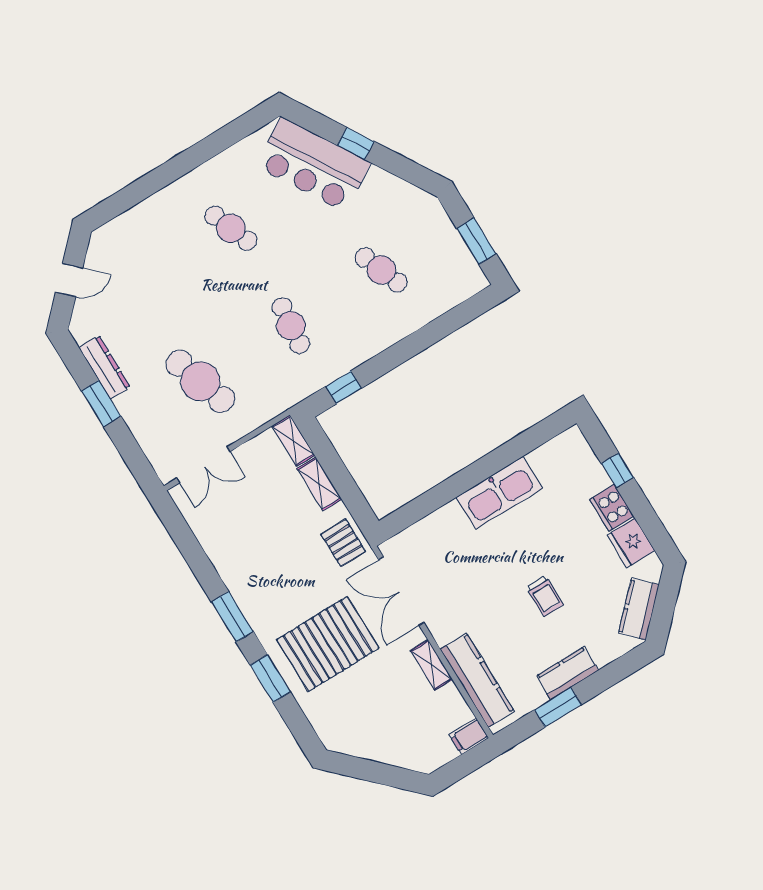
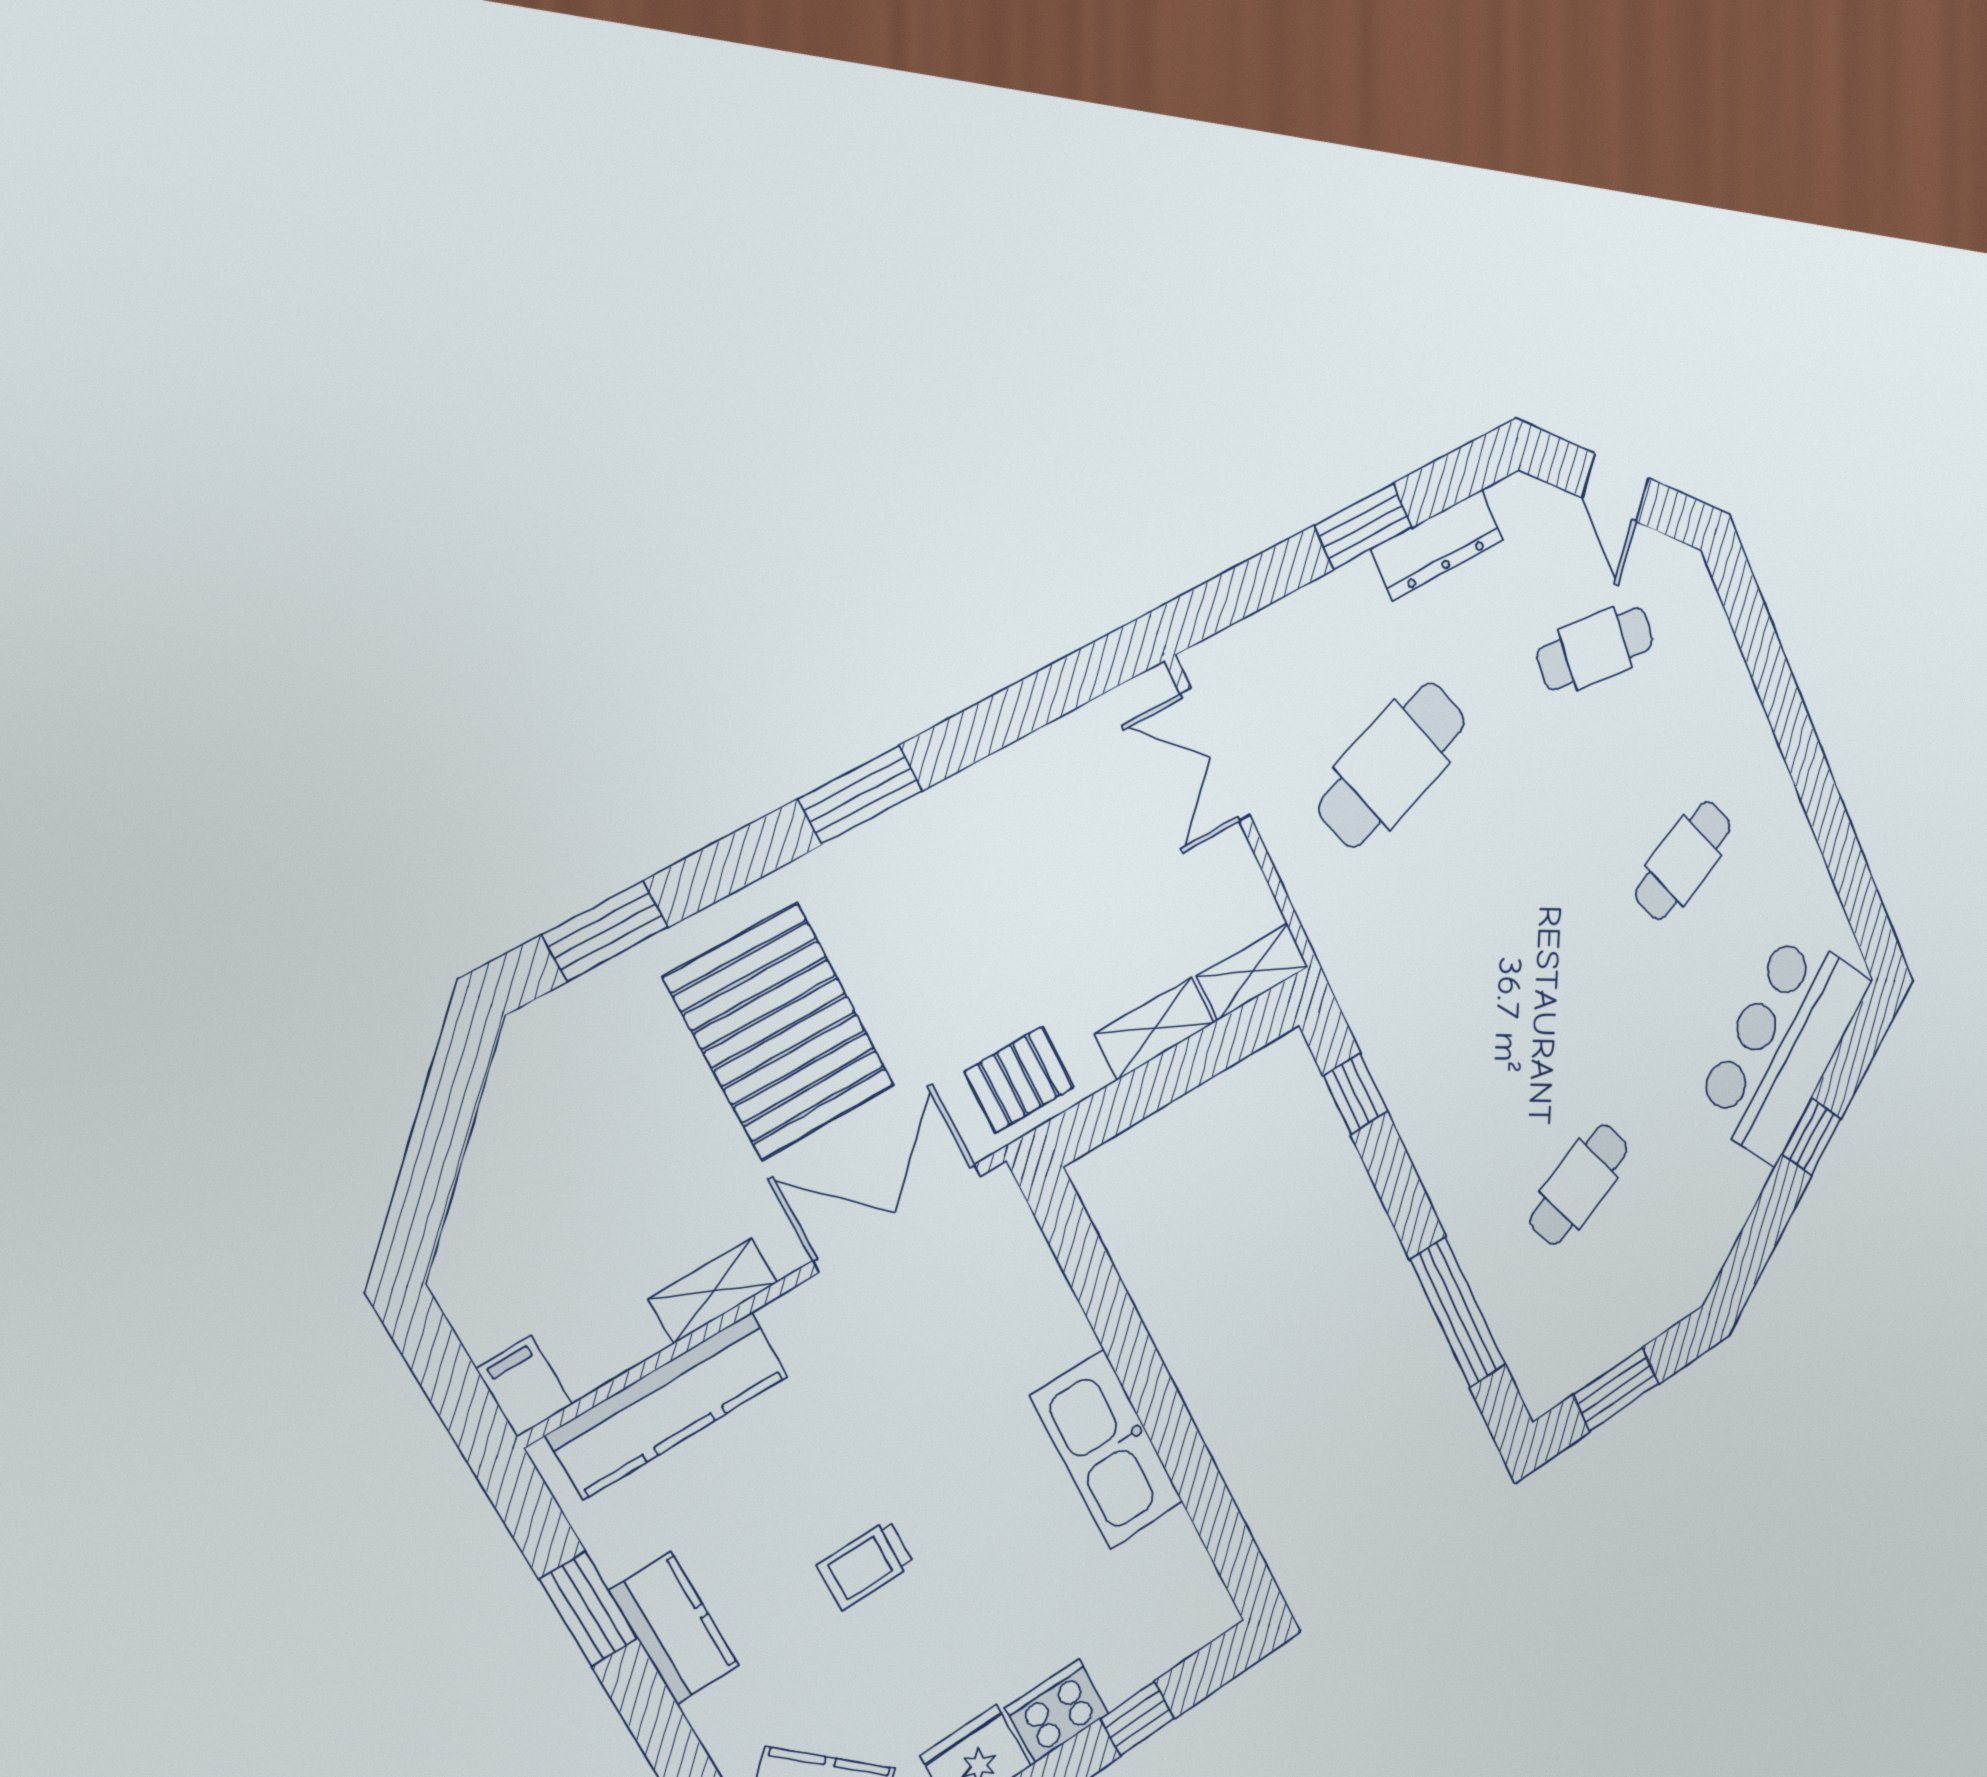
cafe table: (291, 326) -> (1595, 649), moved
window: (440, 328) -> (1458, 1312), added
window: (270, 678) -> (605, 931), moved

